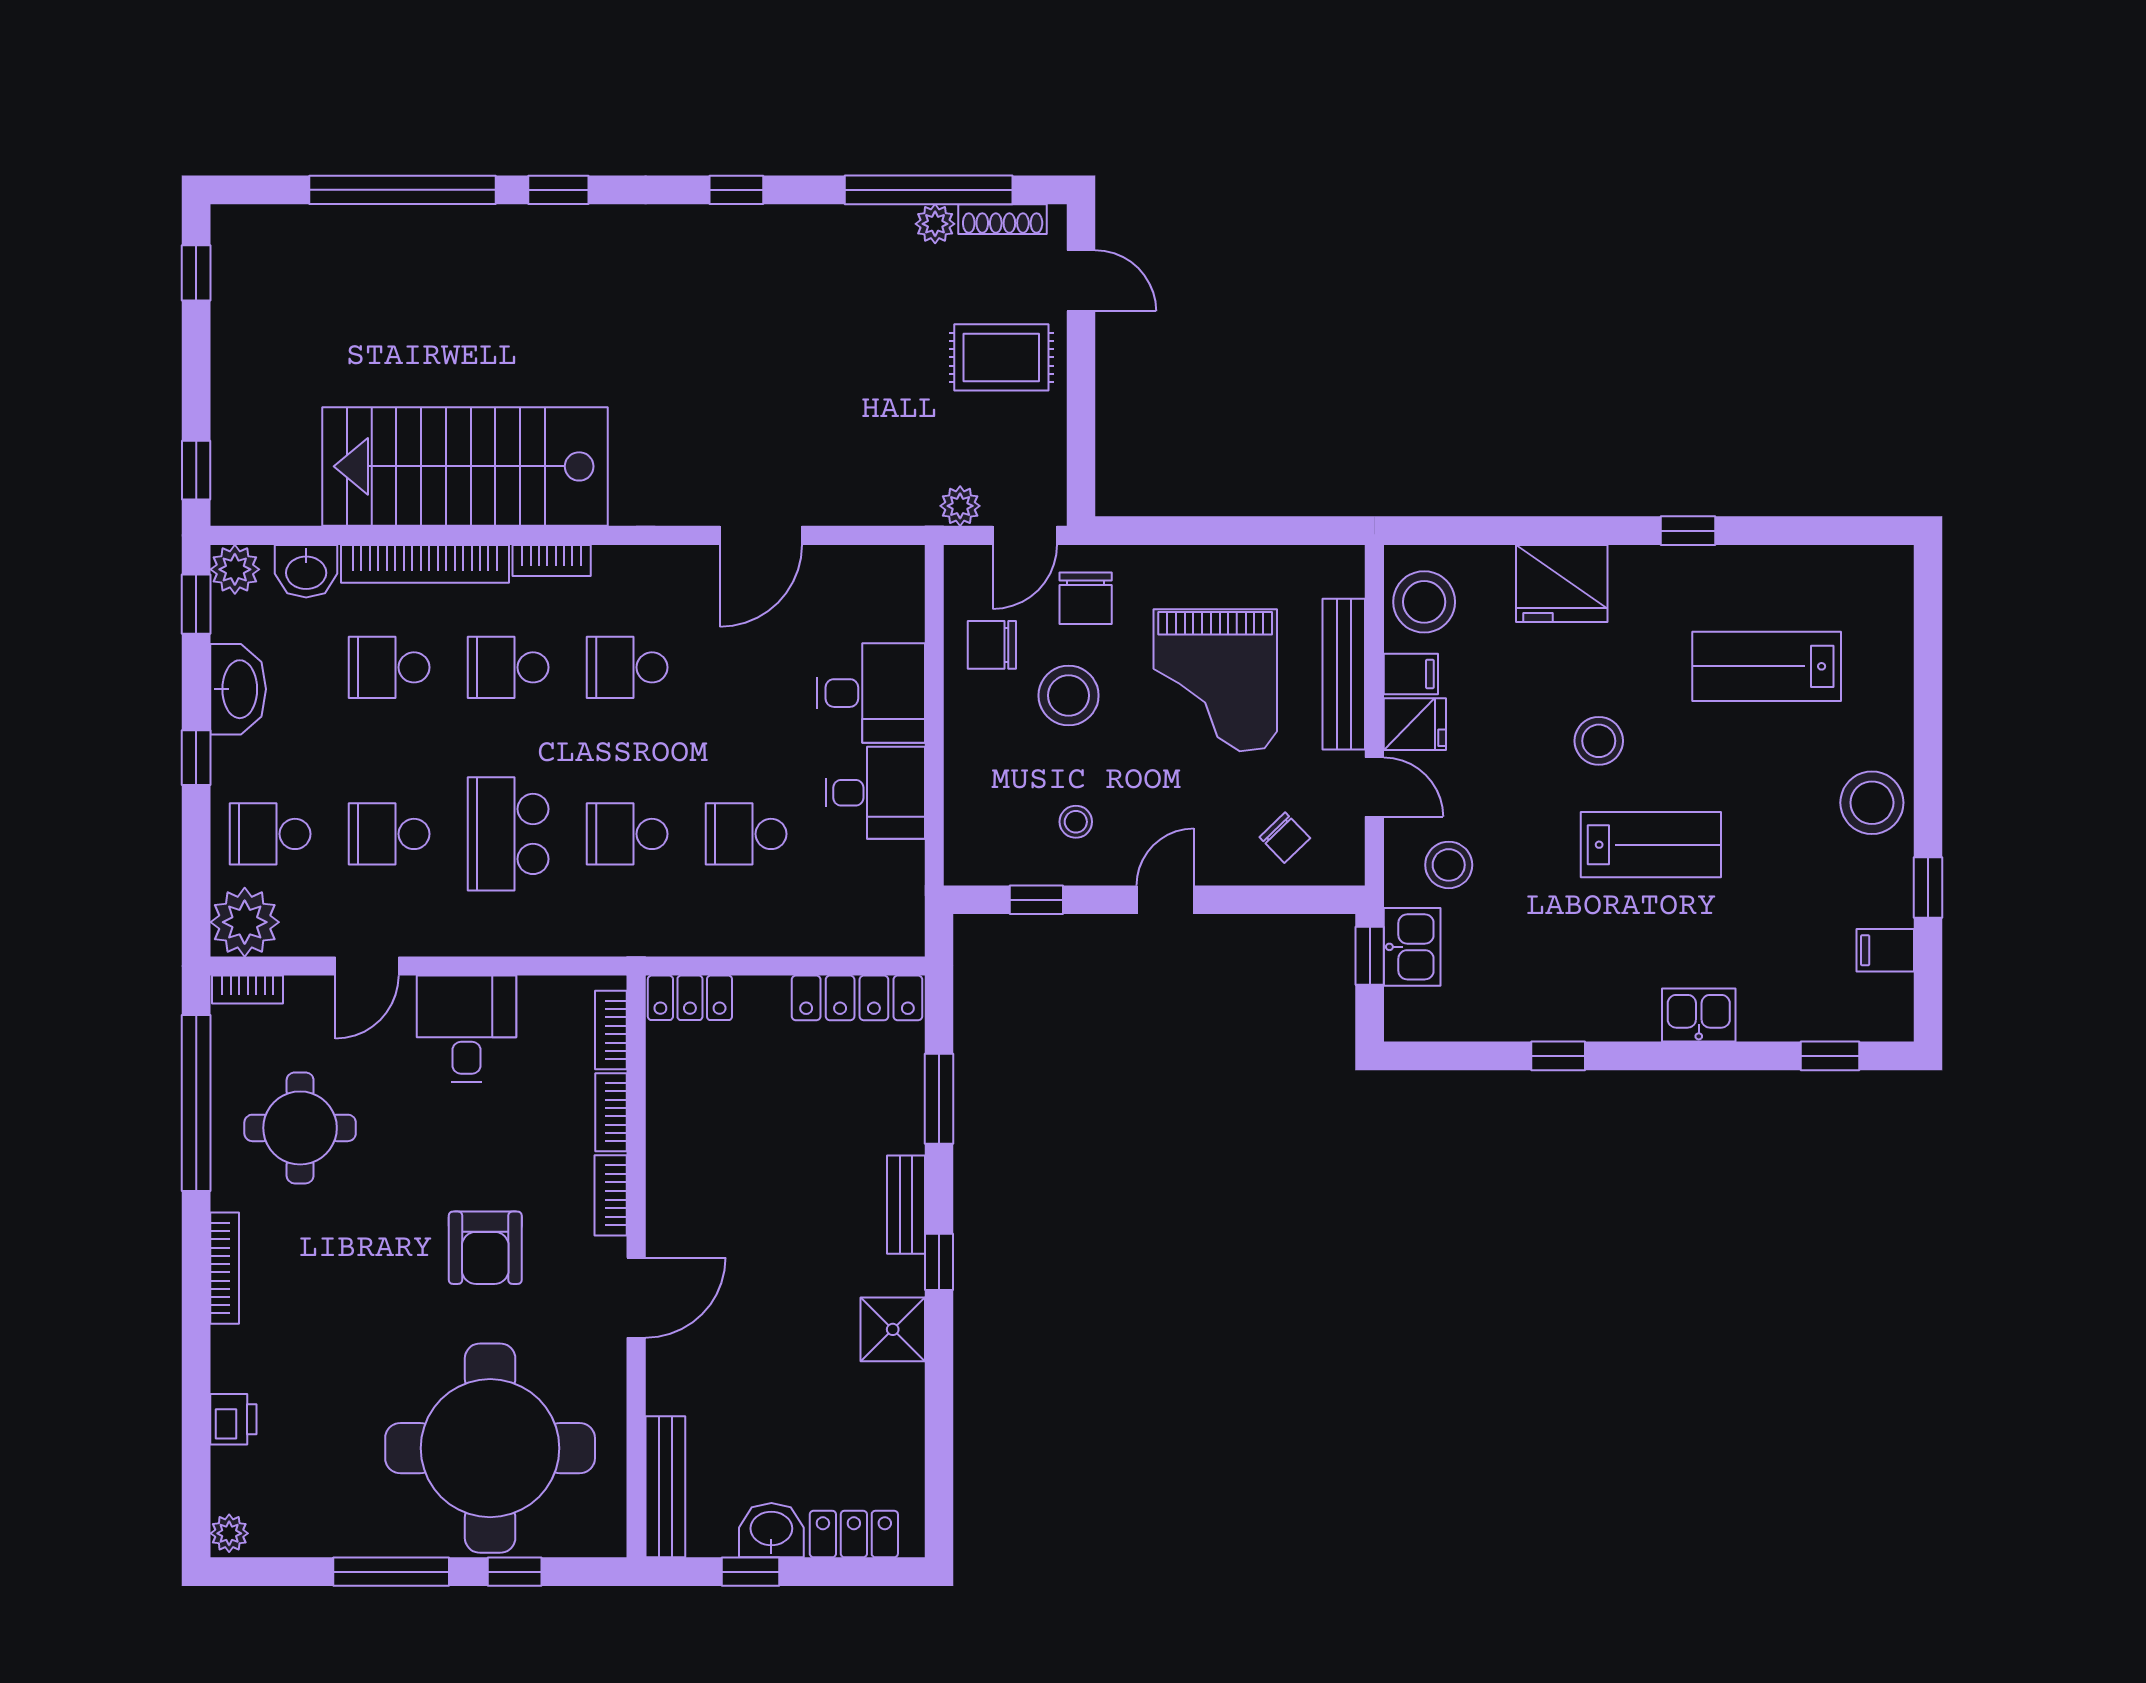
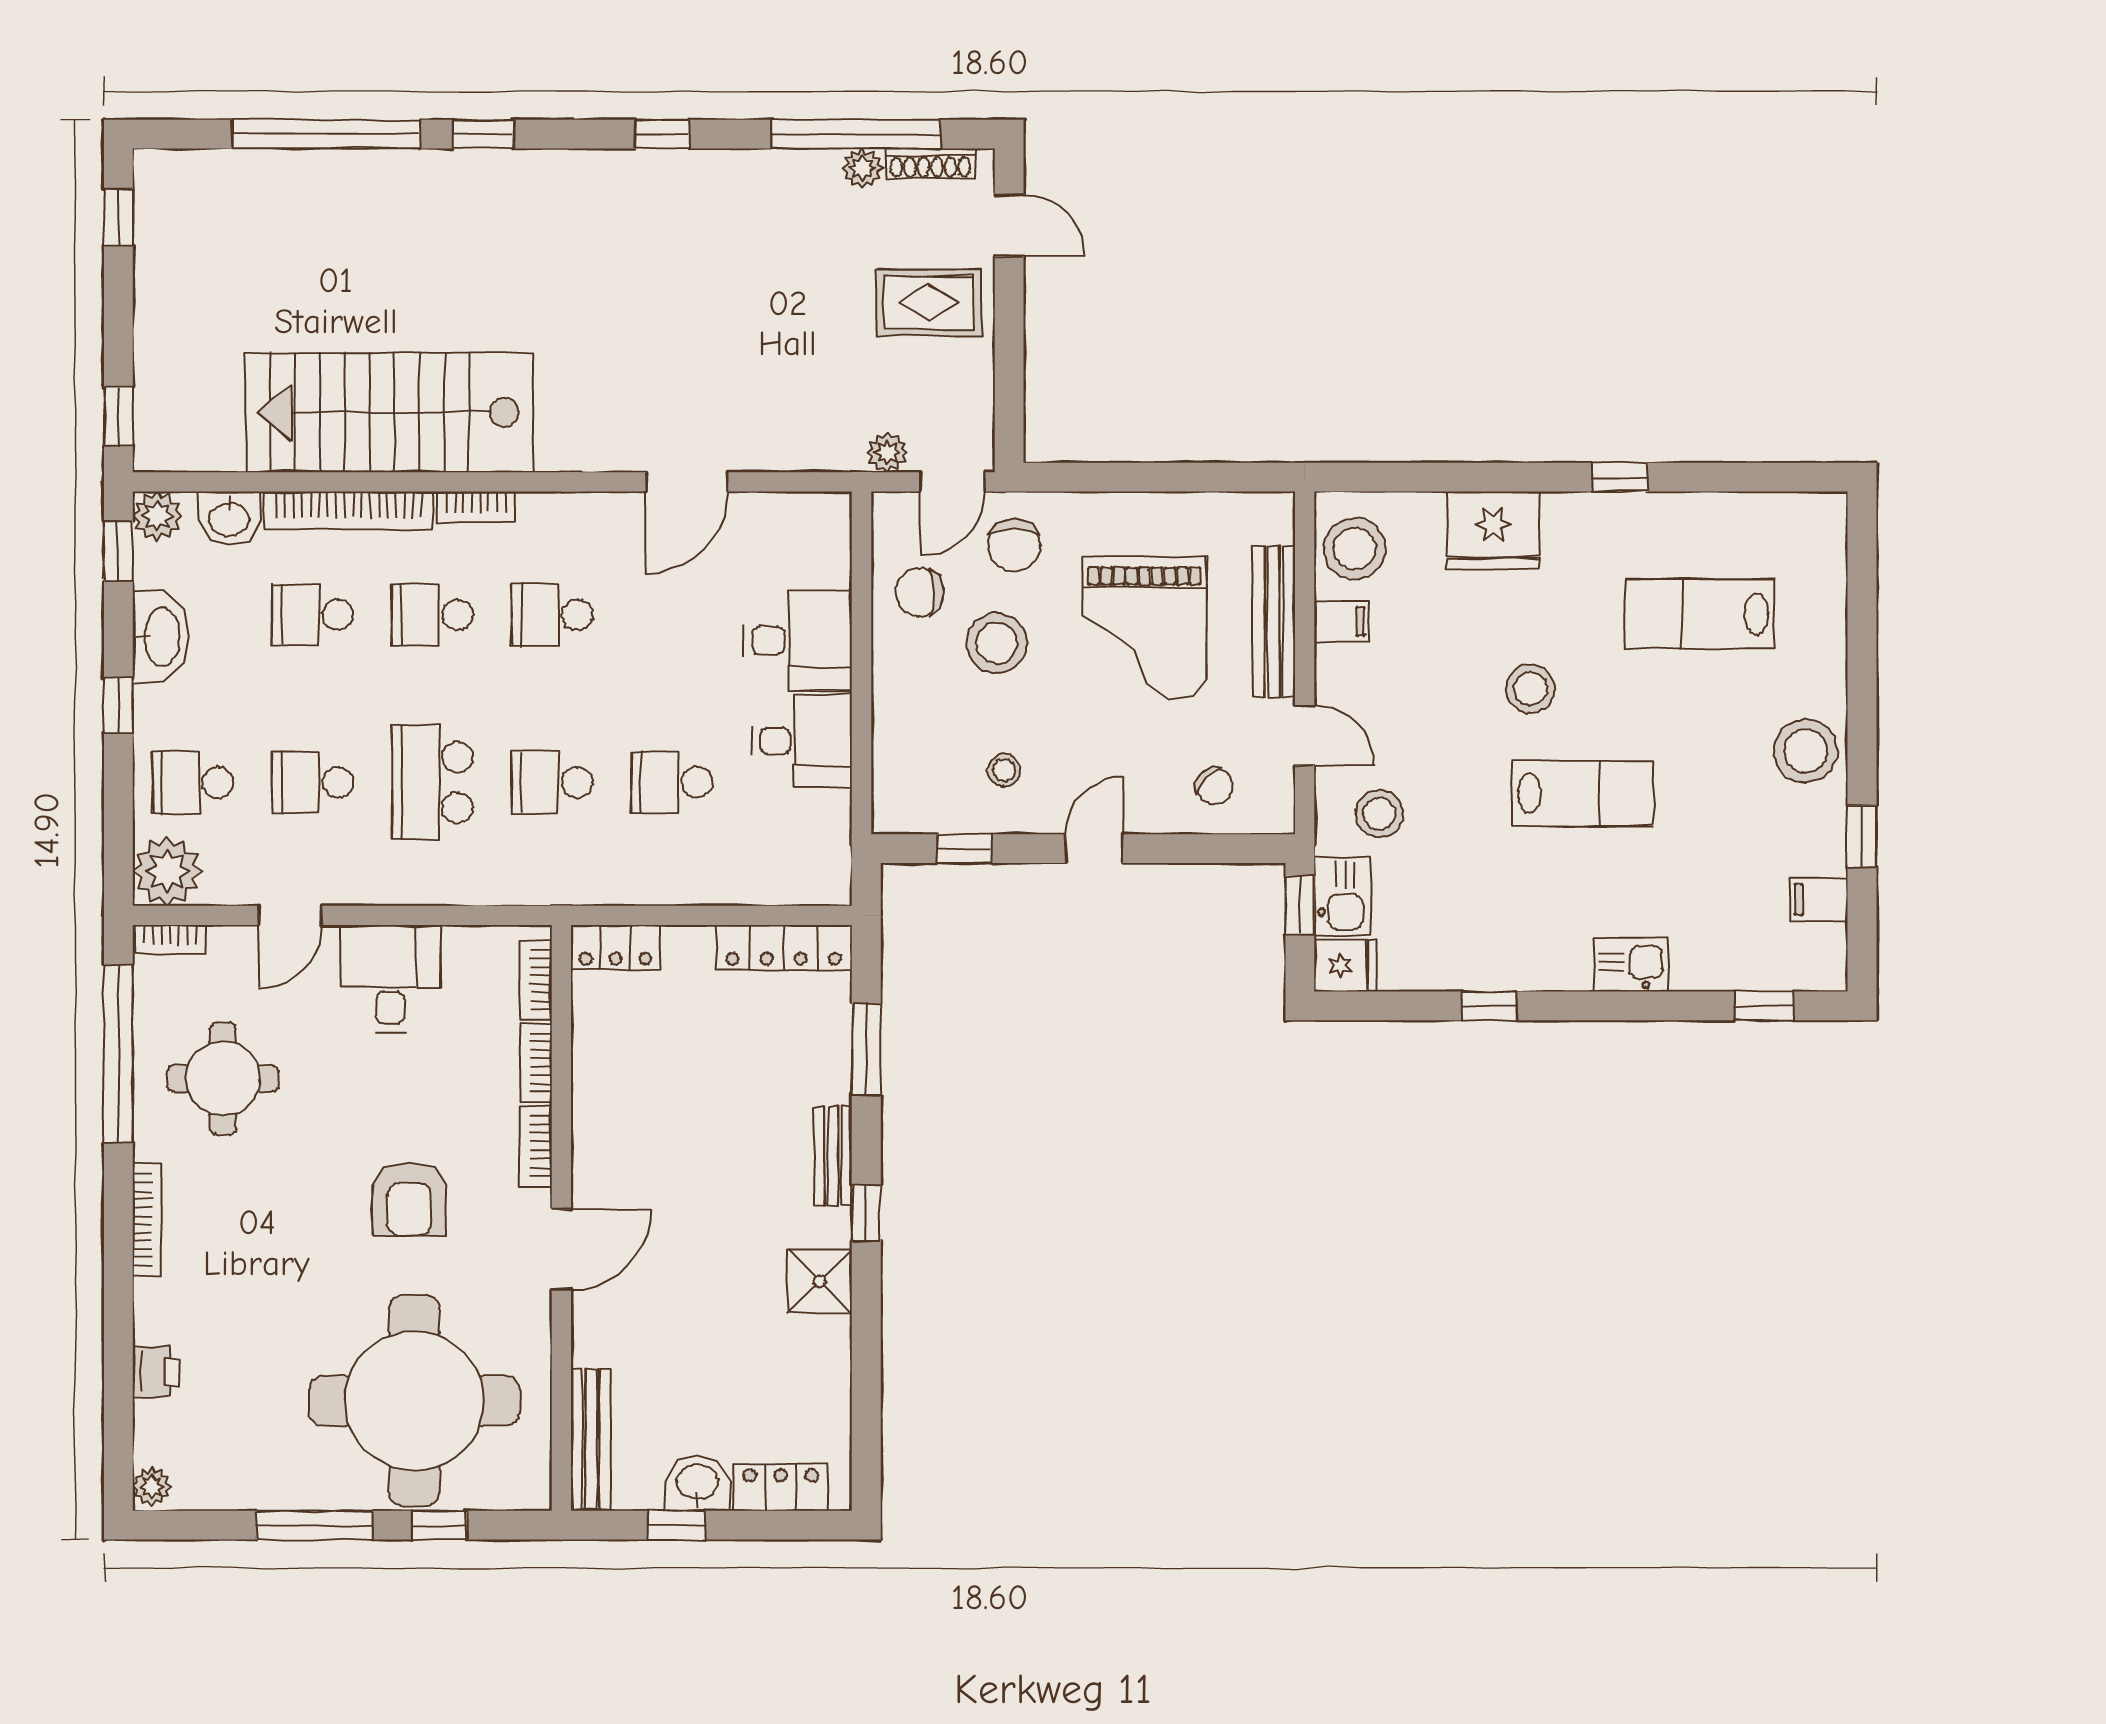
fridge: (1415, 724) -> (1345, 965), moved

